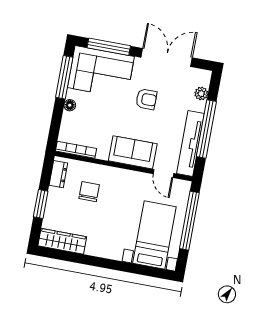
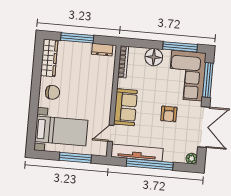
plant: (201, 94) -> (192, 159), moved
floor lamp: (70, 105) -> (154, 57), width x1.89, depth x1.89
chair: (89, 192) -> (53, 92), moved
window: (41, 204) -> (77, 38), width x1.44
window: (189, 221) -> (75, 158), width x0.68

